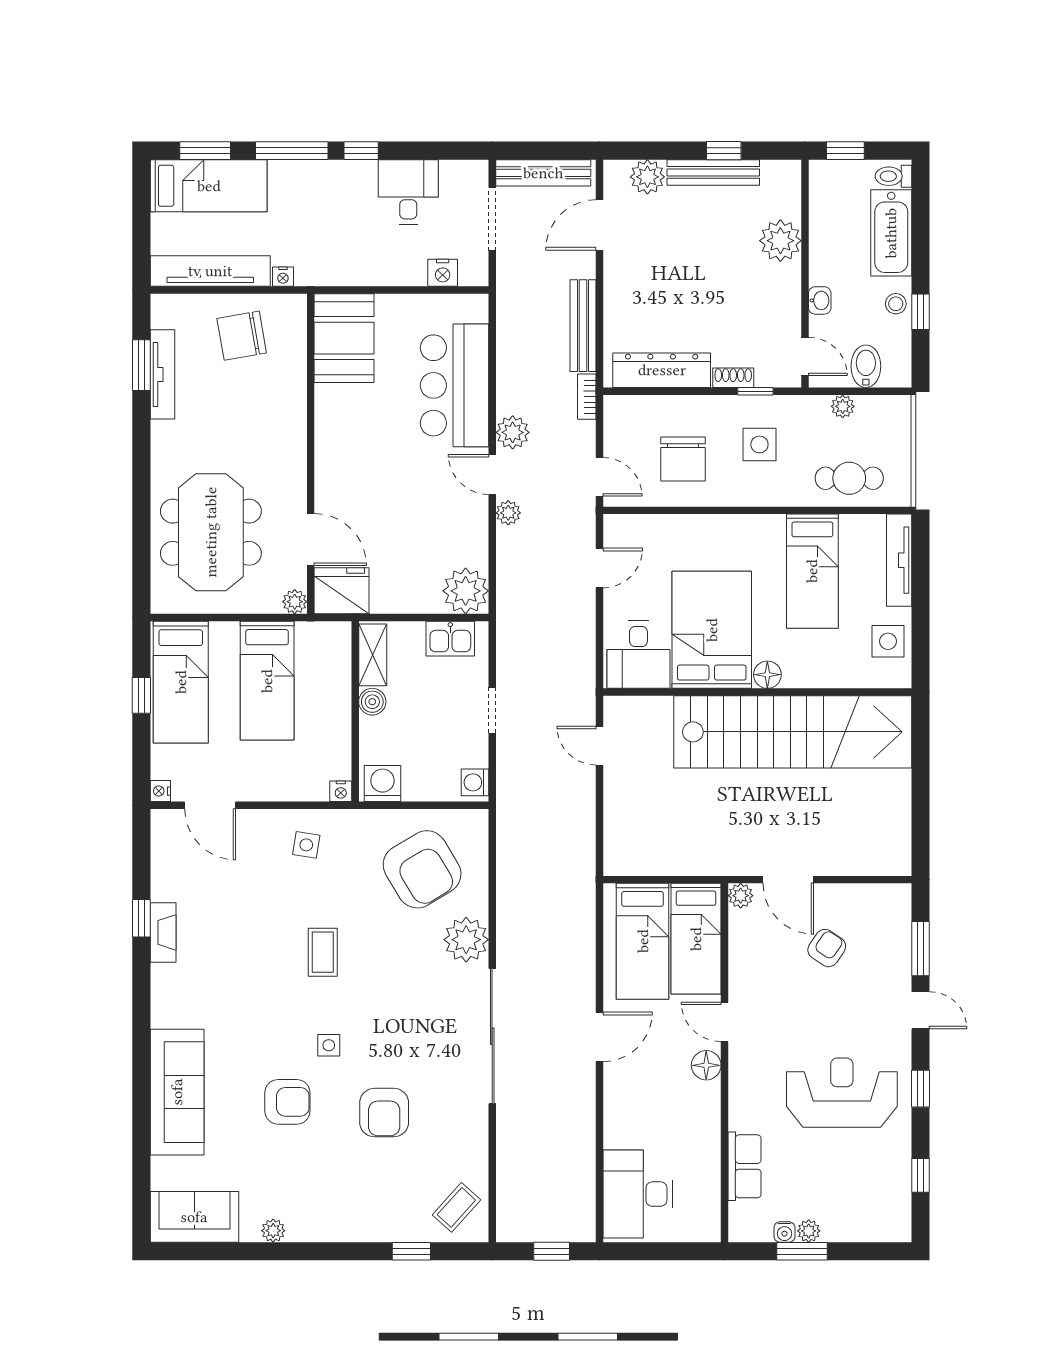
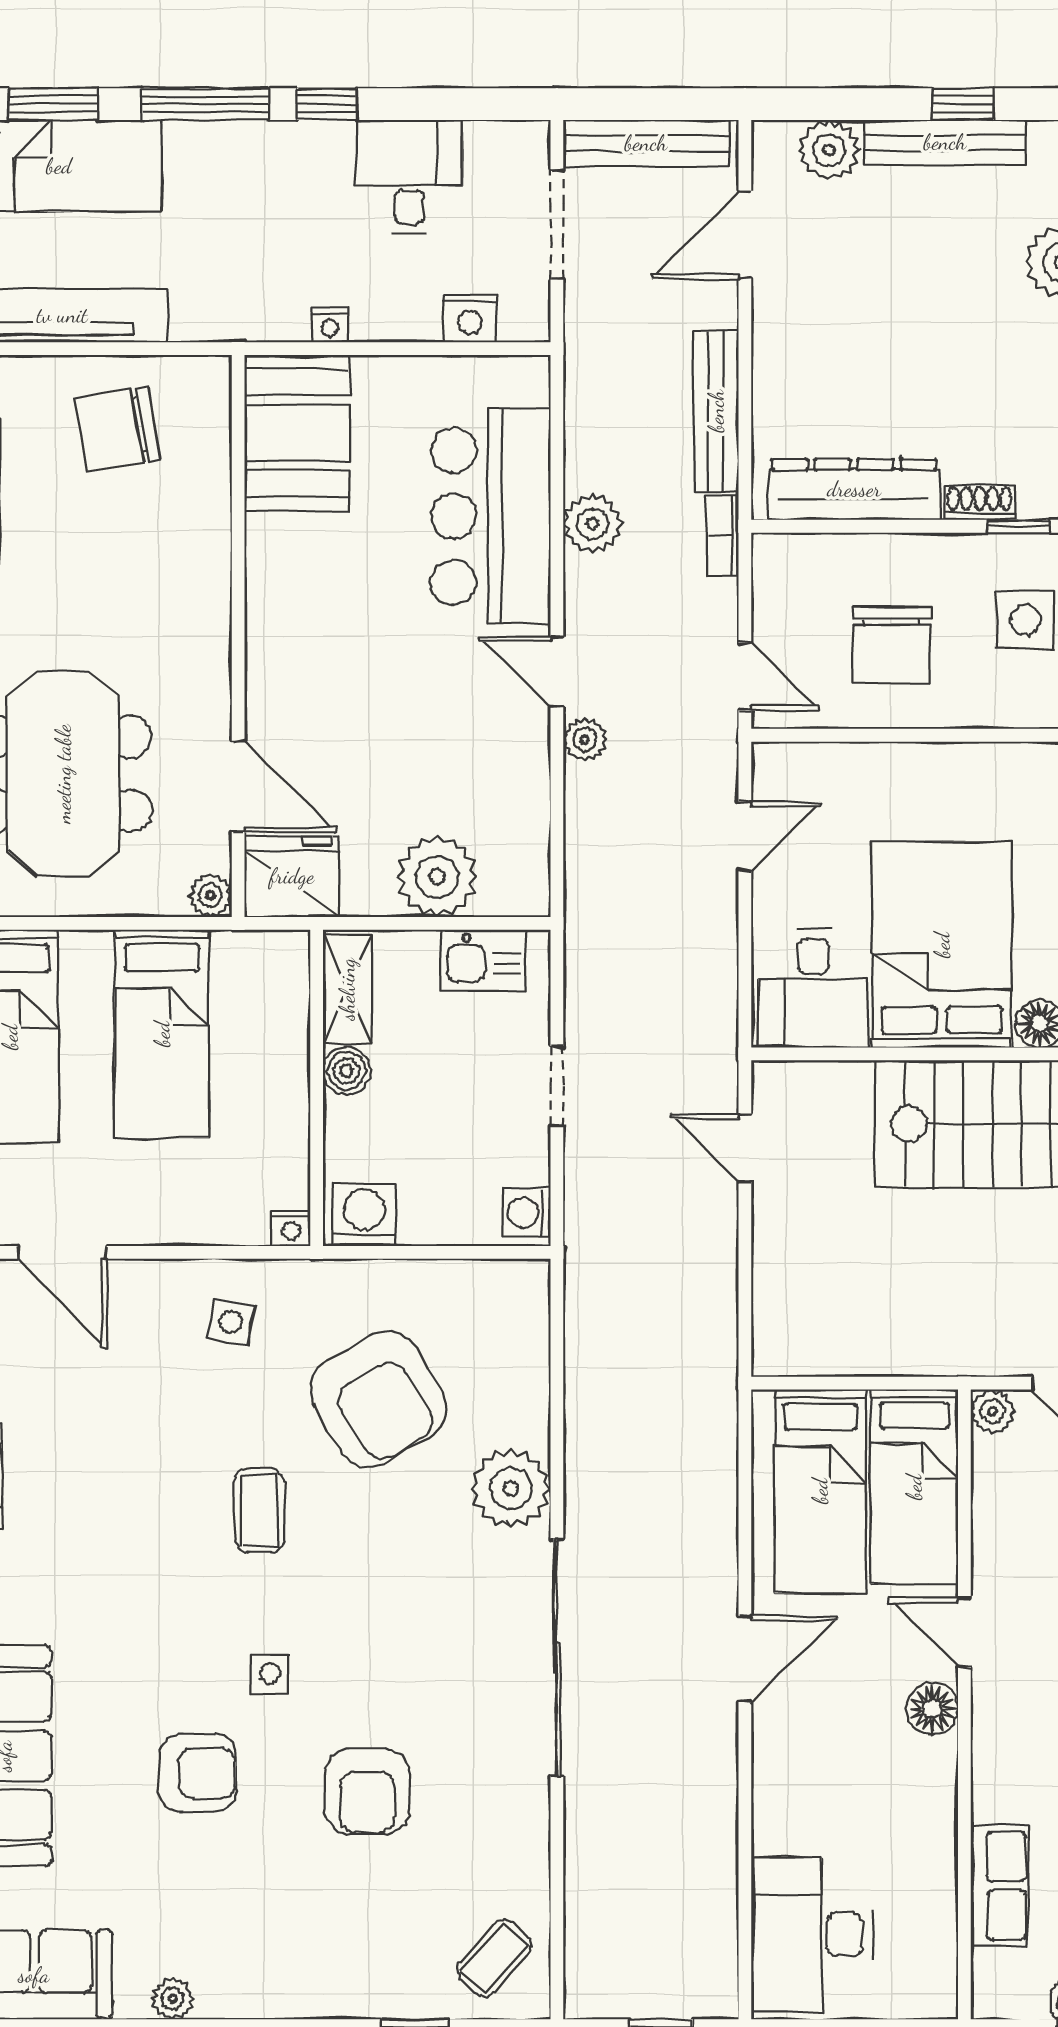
nightstand: (283, 277) -> (330, 325), moved
plant: (513, 432) -> (593, 524), moved
plant: (466, 591) -> (437, 877), moved
armchair: (422, 869) -> (378, 1399), moved

